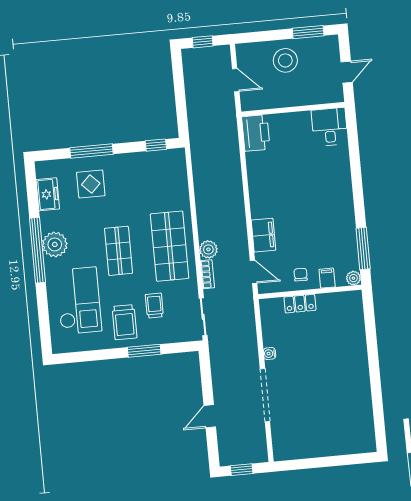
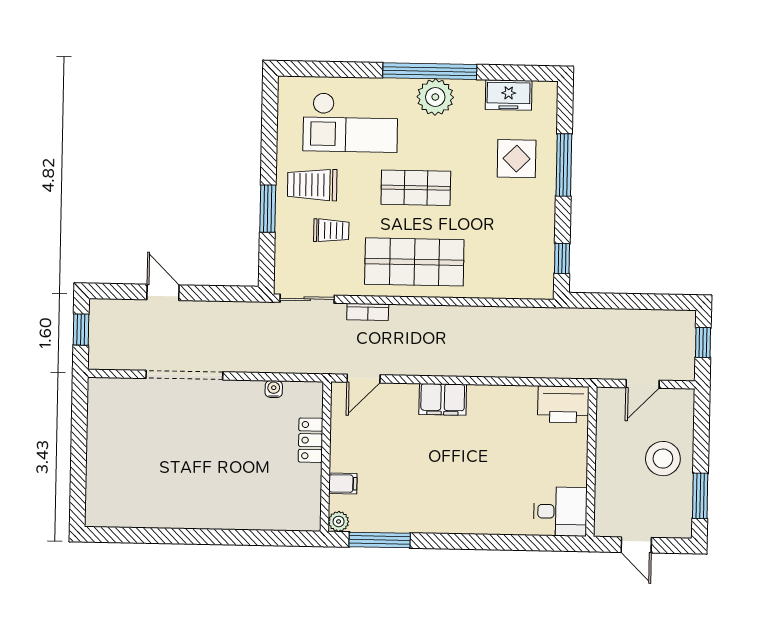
filing cabinet: (263, 235) -> (443, 399), moved
plant: (208, 249) -> (403, 317), removed
chair: (301, 275) -> (352, 446), removed
water cooler: (270, 353) -> (274, 389), moved

